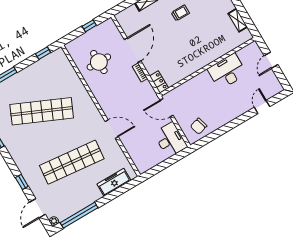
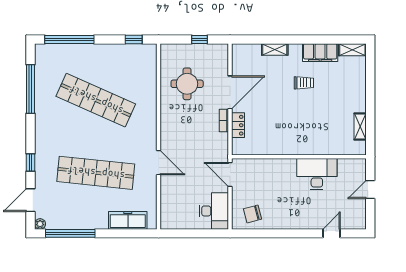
locker: (159, 82) -> (238, 125), moved

